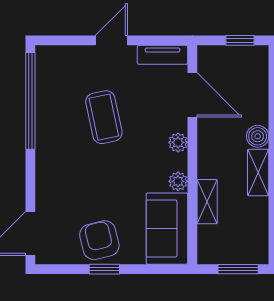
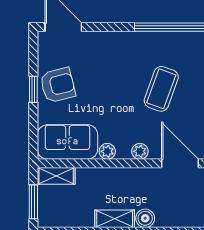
door: (192, 95) -> (180, 163), swing flipped
coffee table: (104, 117) -> (161, 89), turned -58
shelving: (207, 202) -> (56, 176), moved

